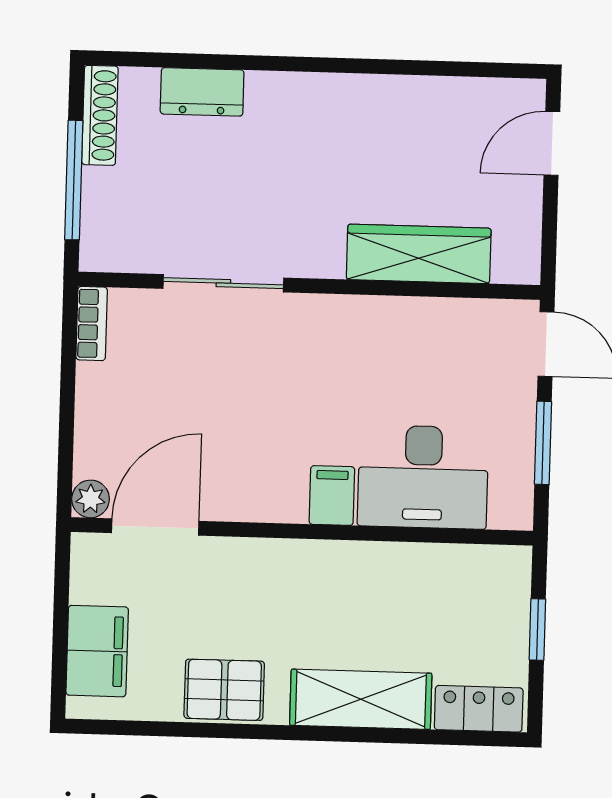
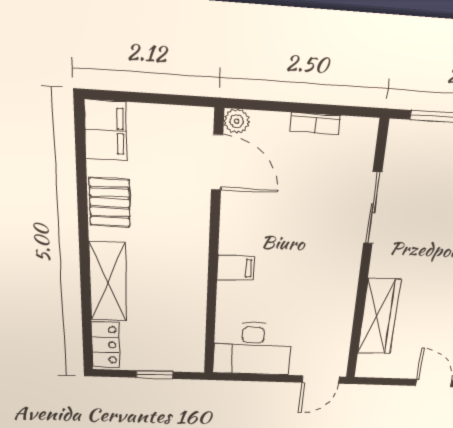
bookcase: (92, 323) -> (315, 123), moved
window: (543, 443) -> (264, 378), removed
desk: (423, 477) -> (252, 349), moved, turned -90
filing cabinet: (97, 651) -> (106, 131), moved, turned -90

